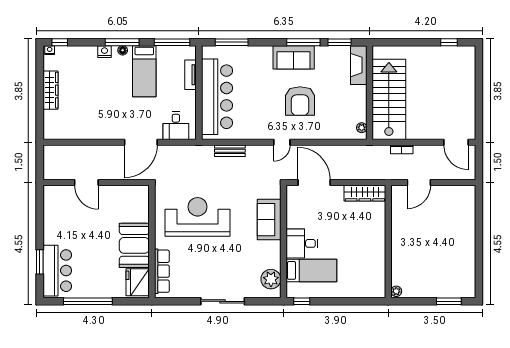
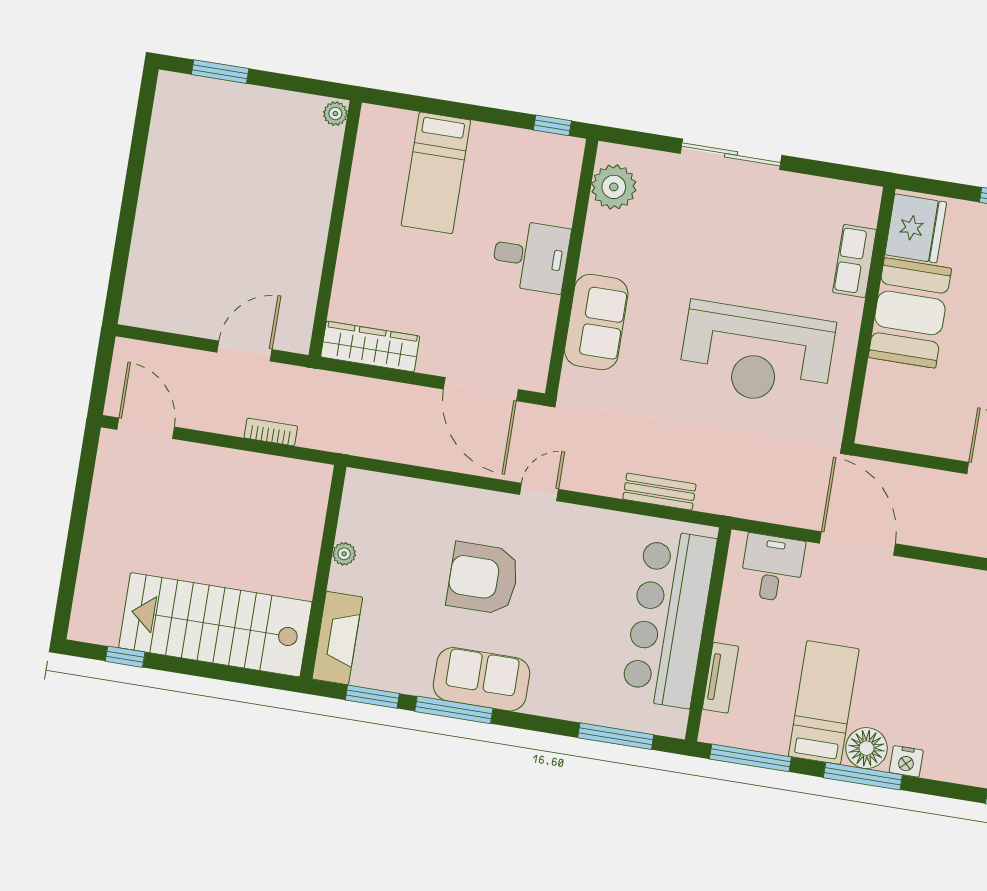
floor lamp: (123, 50) -> (866, 748), width x1.89, depth x1.89
stairs: (389, 99) -> (215, 625), moved, turned 90
armchair: (300, 101) -> (483, 578), turned -90
plant: (362, 128) -> (344, 554), moved
door: (141, 142) -> (857, 544), hinge flipped
bed: (311, 270) -> (436, 173), moved, turned -90
row of seats: (162, 271) -> (854, 261), width x0.68

